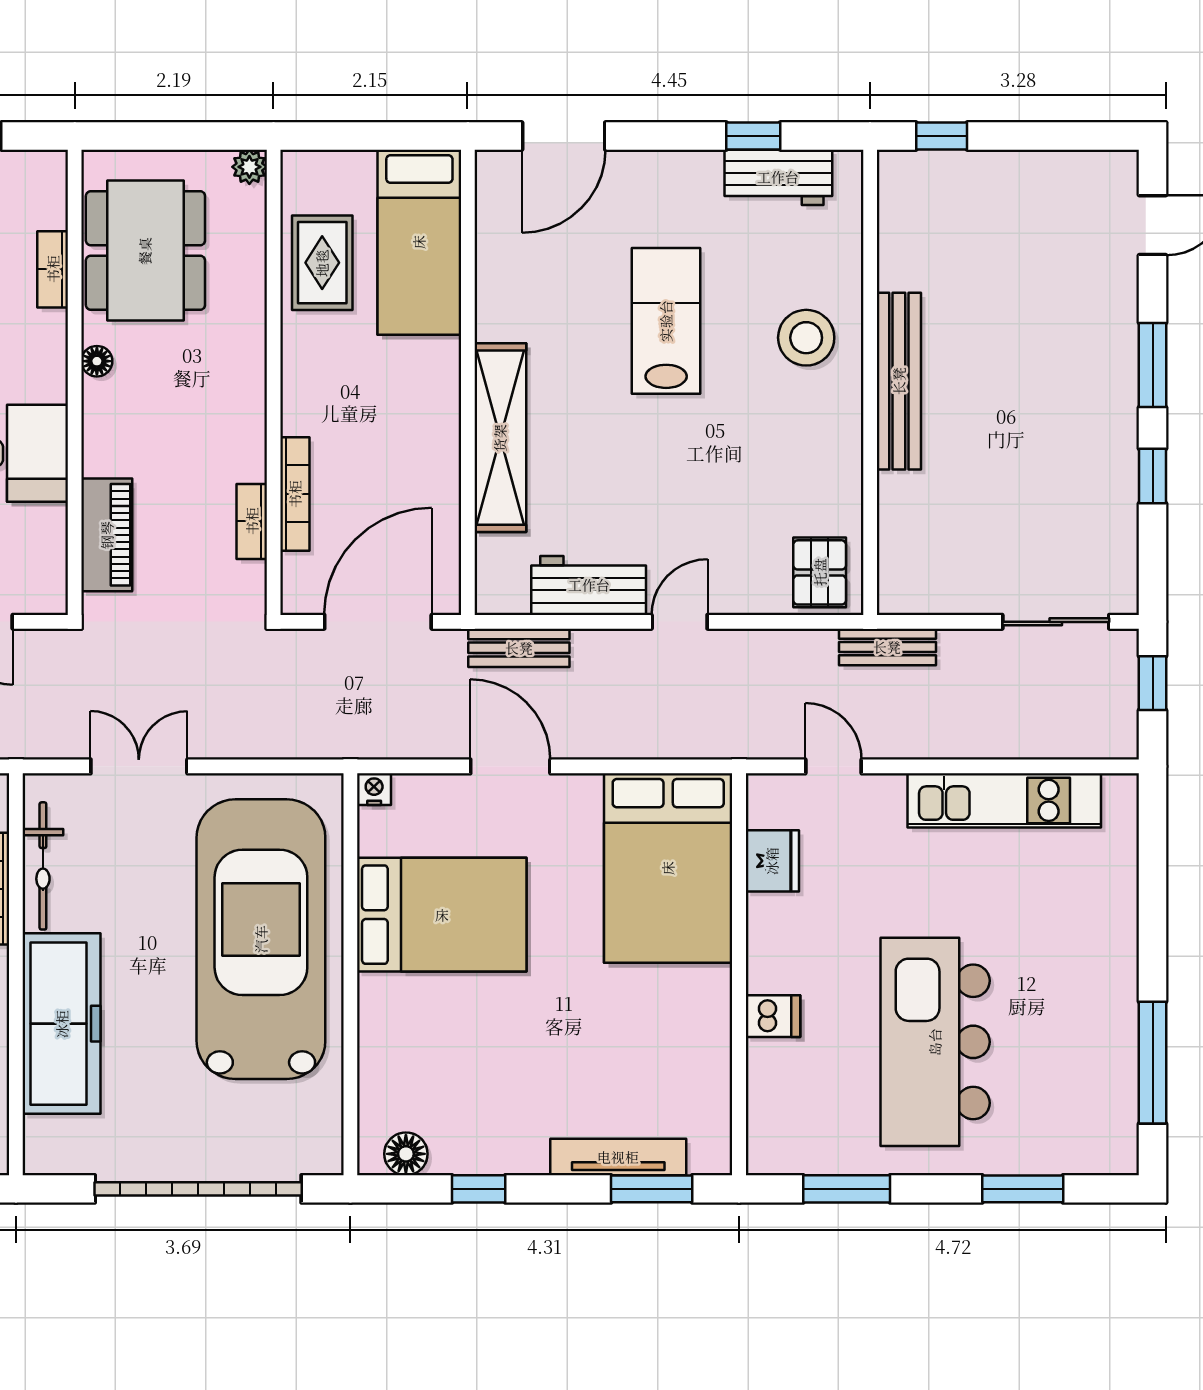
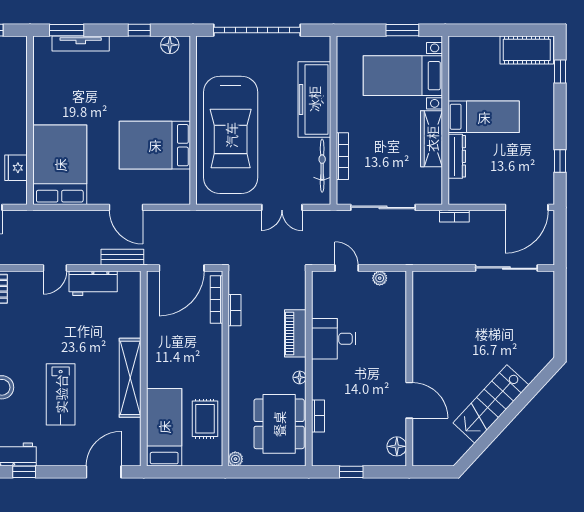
shelving: (500, 438) -> (130, 378), moved
bookcase: (295, 494) -> (216, 300), moved
piano: (107, 535) -> (295, 333), moved
nightstand: (374, 789) -> (183, 198), removed
dishwasher: (773, 1016) -> (16, 103), removed

